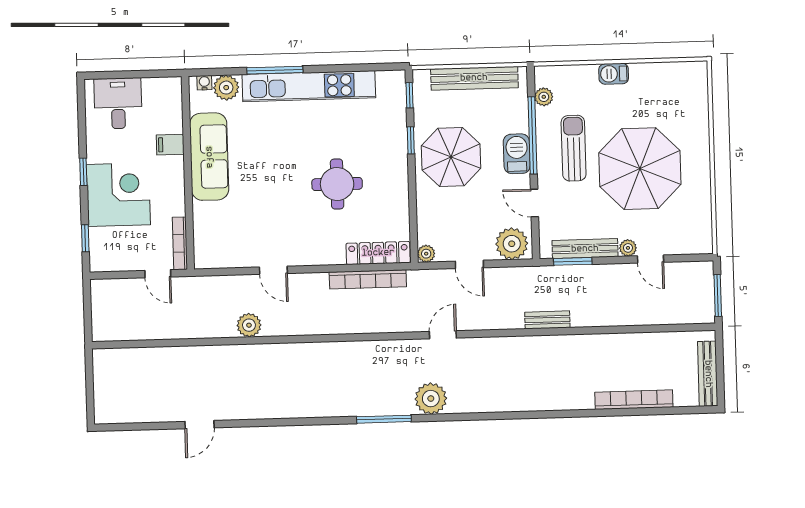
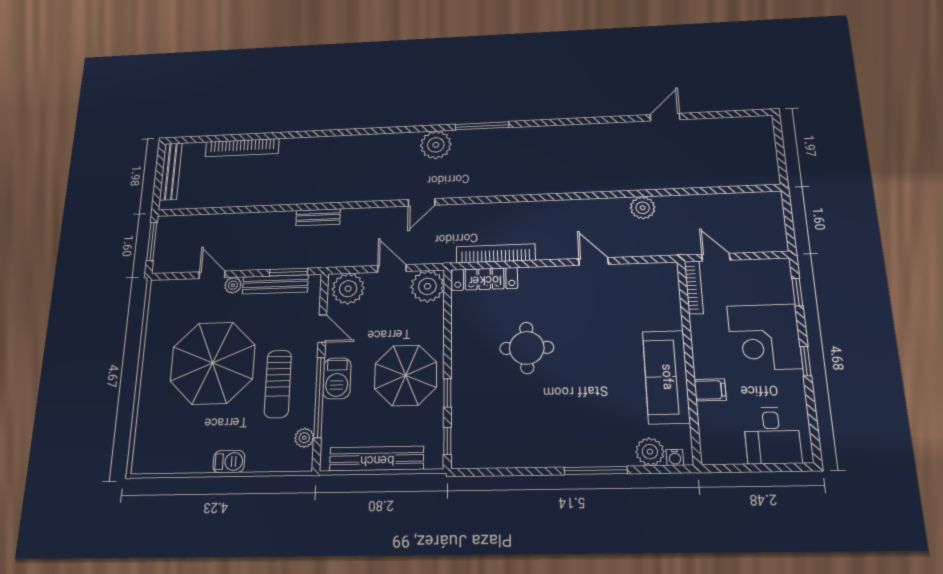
kitchen unit: (309, 86) -> (557, 452), removed
plant: (426, 254) -> (427, 286), width x1.87, depth x1.87
plant: (249, 325) -> (643, 208), moved

